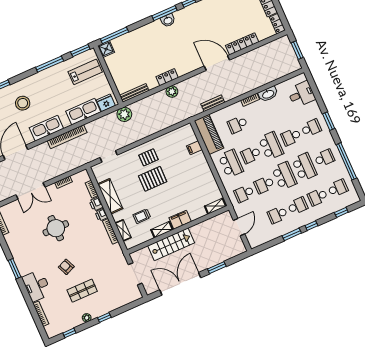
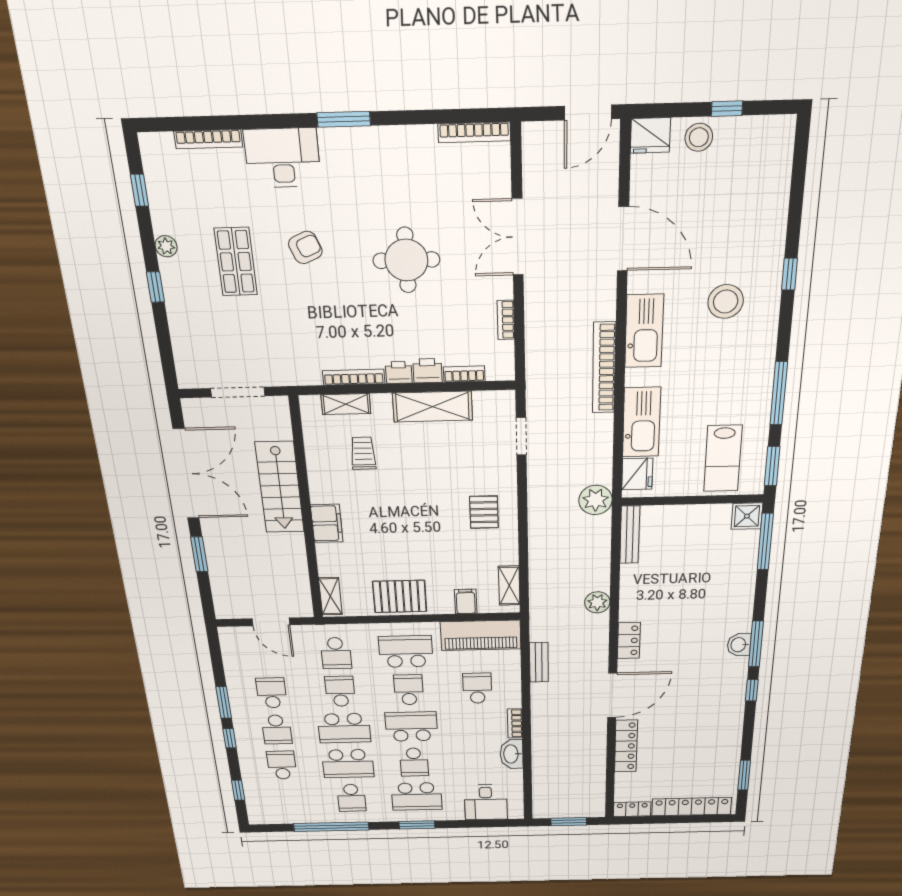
locker: (167, 77) -> (629, 641), moved
school desk: (311, 128) -> (417, 796), width x1.85
school desk: (291, 137) -> (414, 762), turned 180
school desk: (271, 146) -> (411, 727), turned 180
school desk: (231, 164) -> (406, 652), turned 180
pallet: (153, 179) -> (400, 596), moved, turned 90
school desk: (338, 188) -> (287, 799), removed
school desk: (244, 194) -> (336, 653), turned 180
shelving: (162, 230) -> (509, 586), moved

